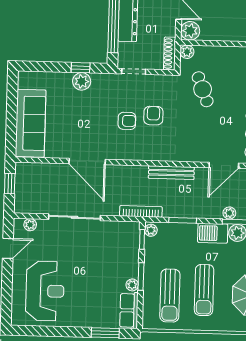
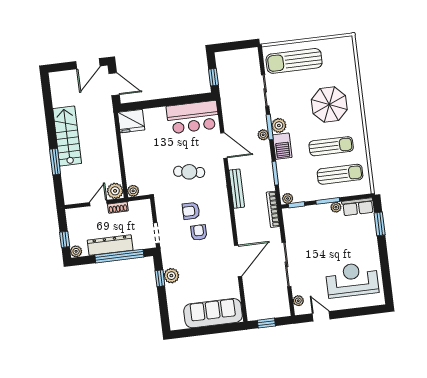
shoe rack: (170, 54) -> (118, 208), moved, width x0.70
cafe table: (203, 89) -> (189, 172), moved, turned 31

